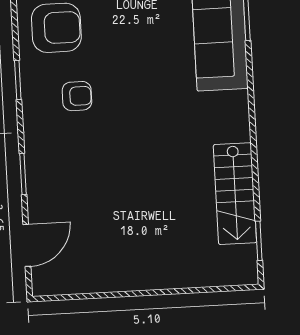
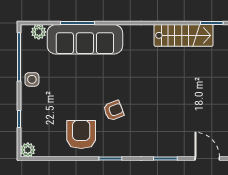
armchair: (77, 96) -> (114, 111), moved, turned 69

